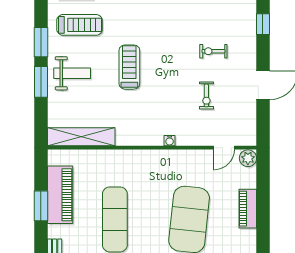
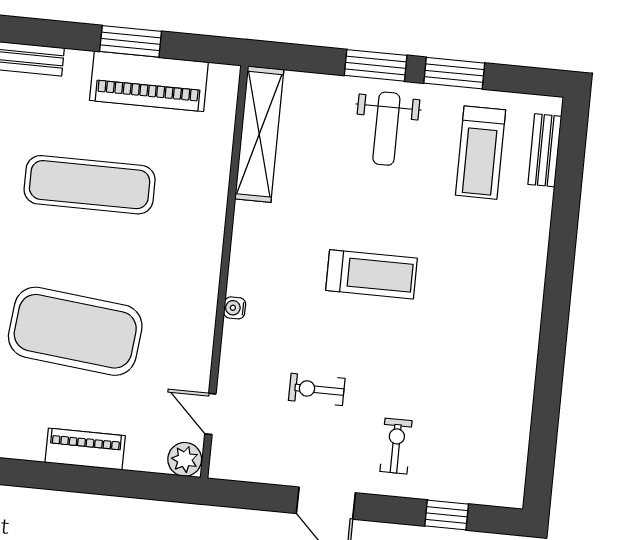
exercise bike: (213, 51) -> (396, 446), moved
treadmill: (129, 67) -> (371, 274), moved

